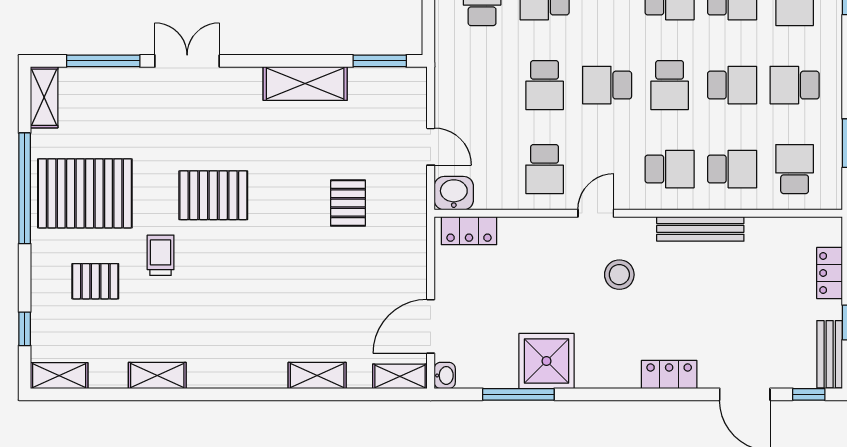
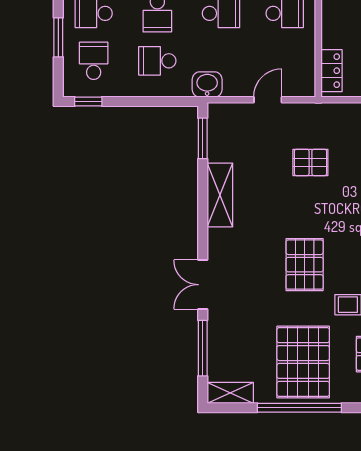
washbasin: (454, 193) -> (207, 84), moved, turned 90

